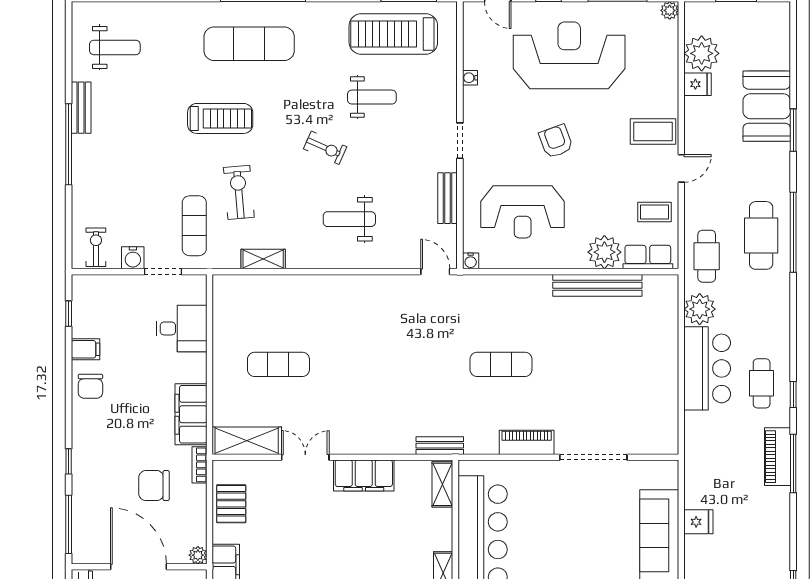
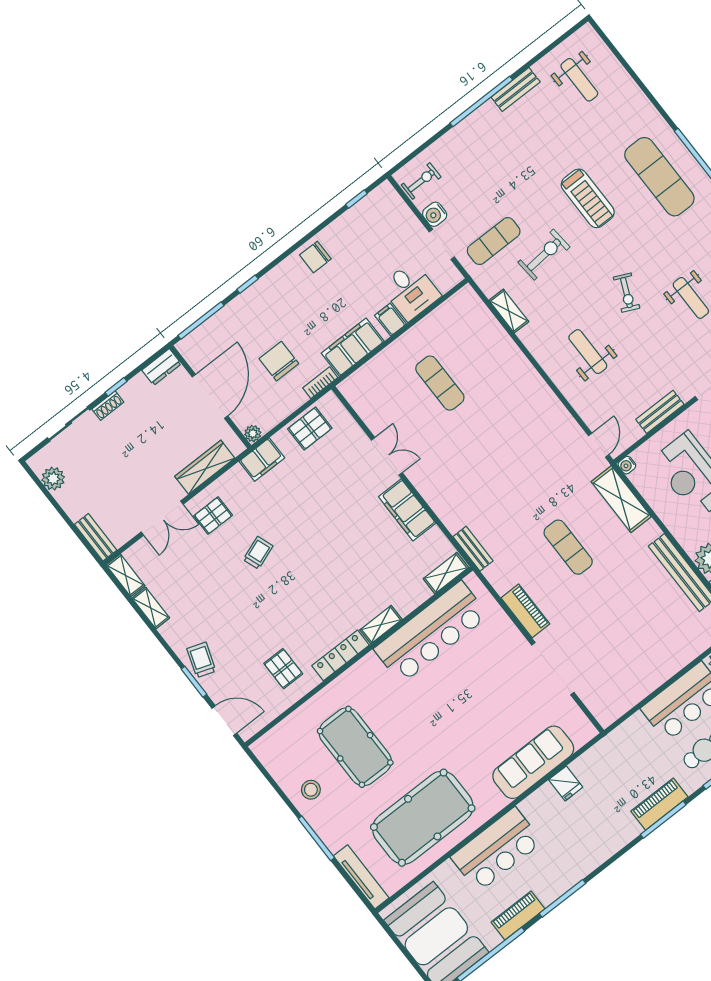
filing cabinet: (85, 349) -> (390, 320), moved, turned 180
shelving: (247, 441) -> (621, 499), moved

